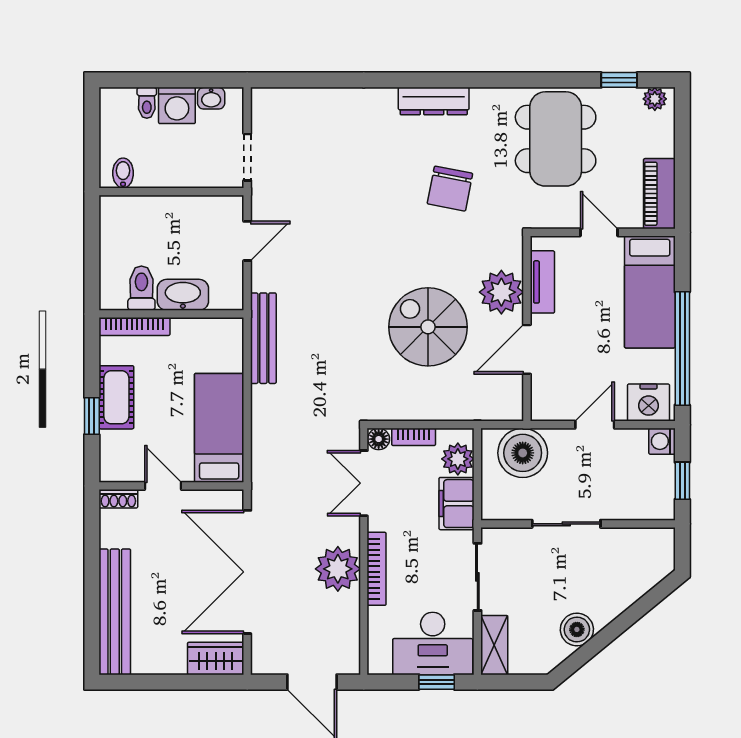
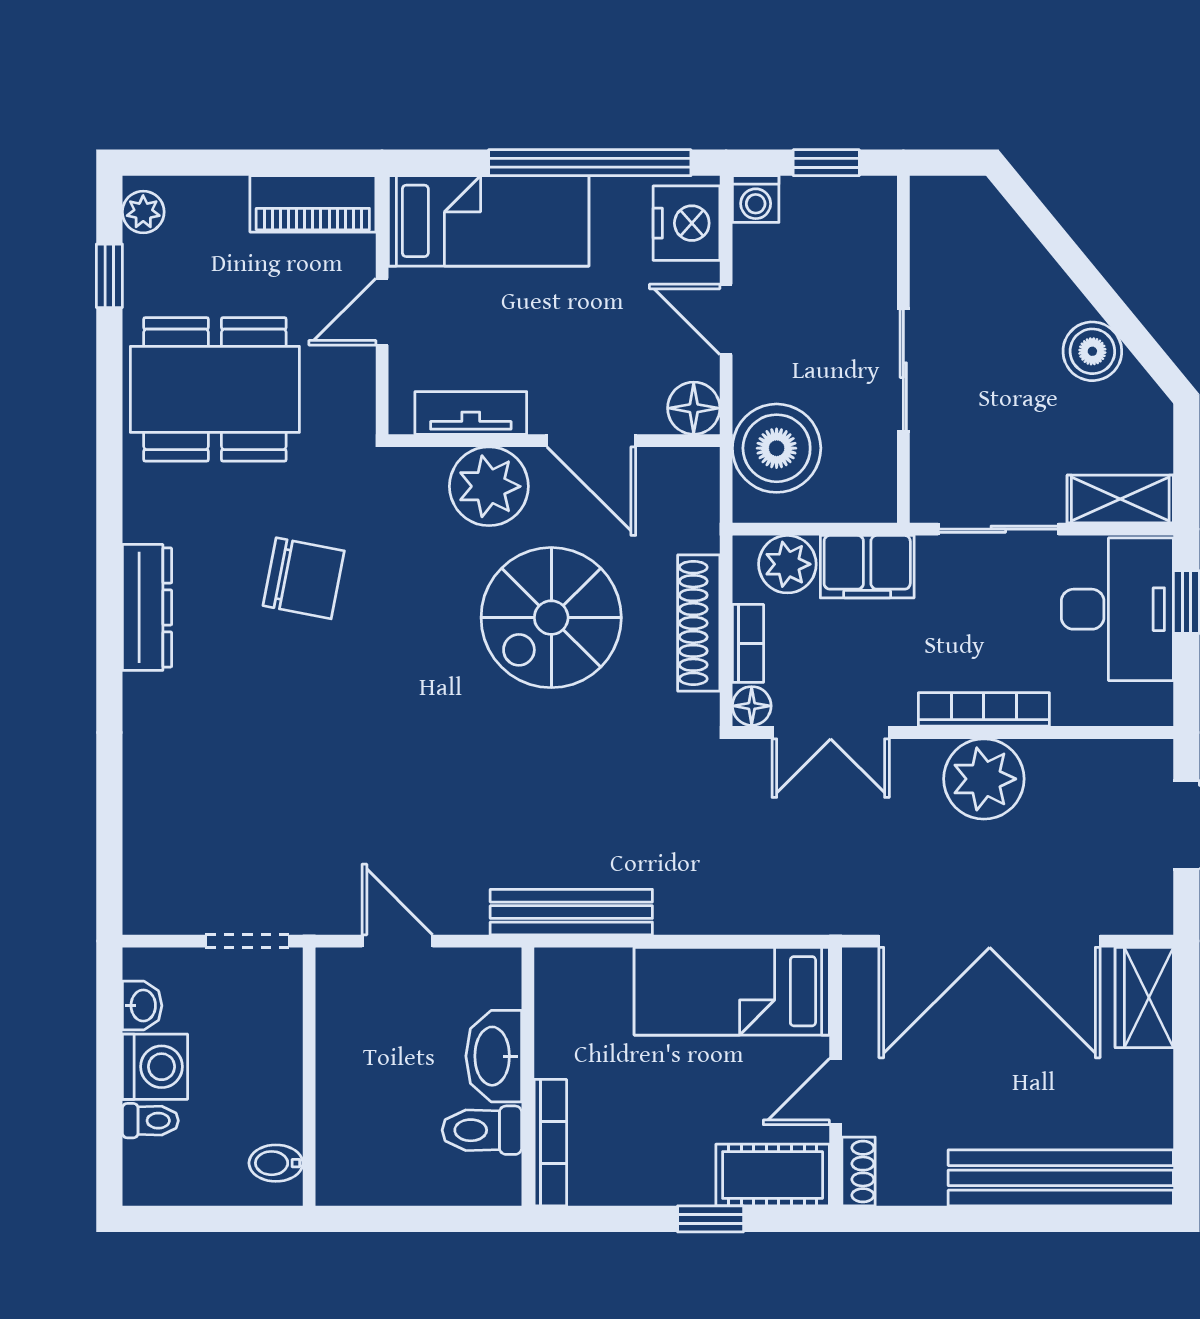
cot: (116, 397) -> (773, 1175), moved
floor lamp: (545, 407) -> (694, 408), added
shoe rack: (425, 409) -> (699, 623), added

